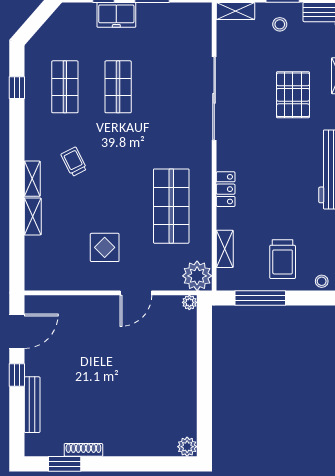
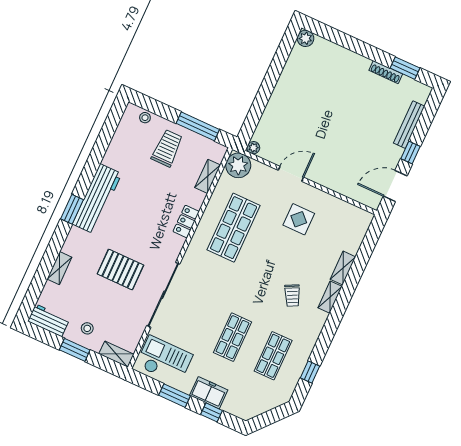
checkout: (181, 28) -> (164, 360), added
pallet: (293, 95) -> (120, 269), moved, turned 90

